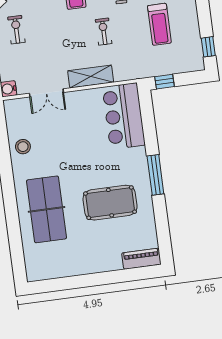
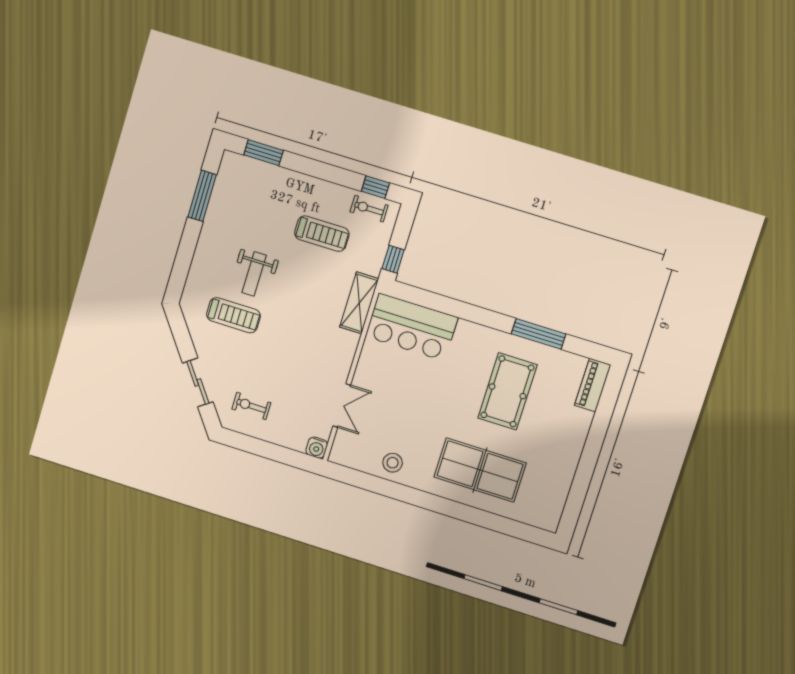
exercise bike: (104, 32) -> (369, 209), moved
shelving: (91, 77) -> (359, 303), moved
window: (155, 175) -> (539, 334), moved

